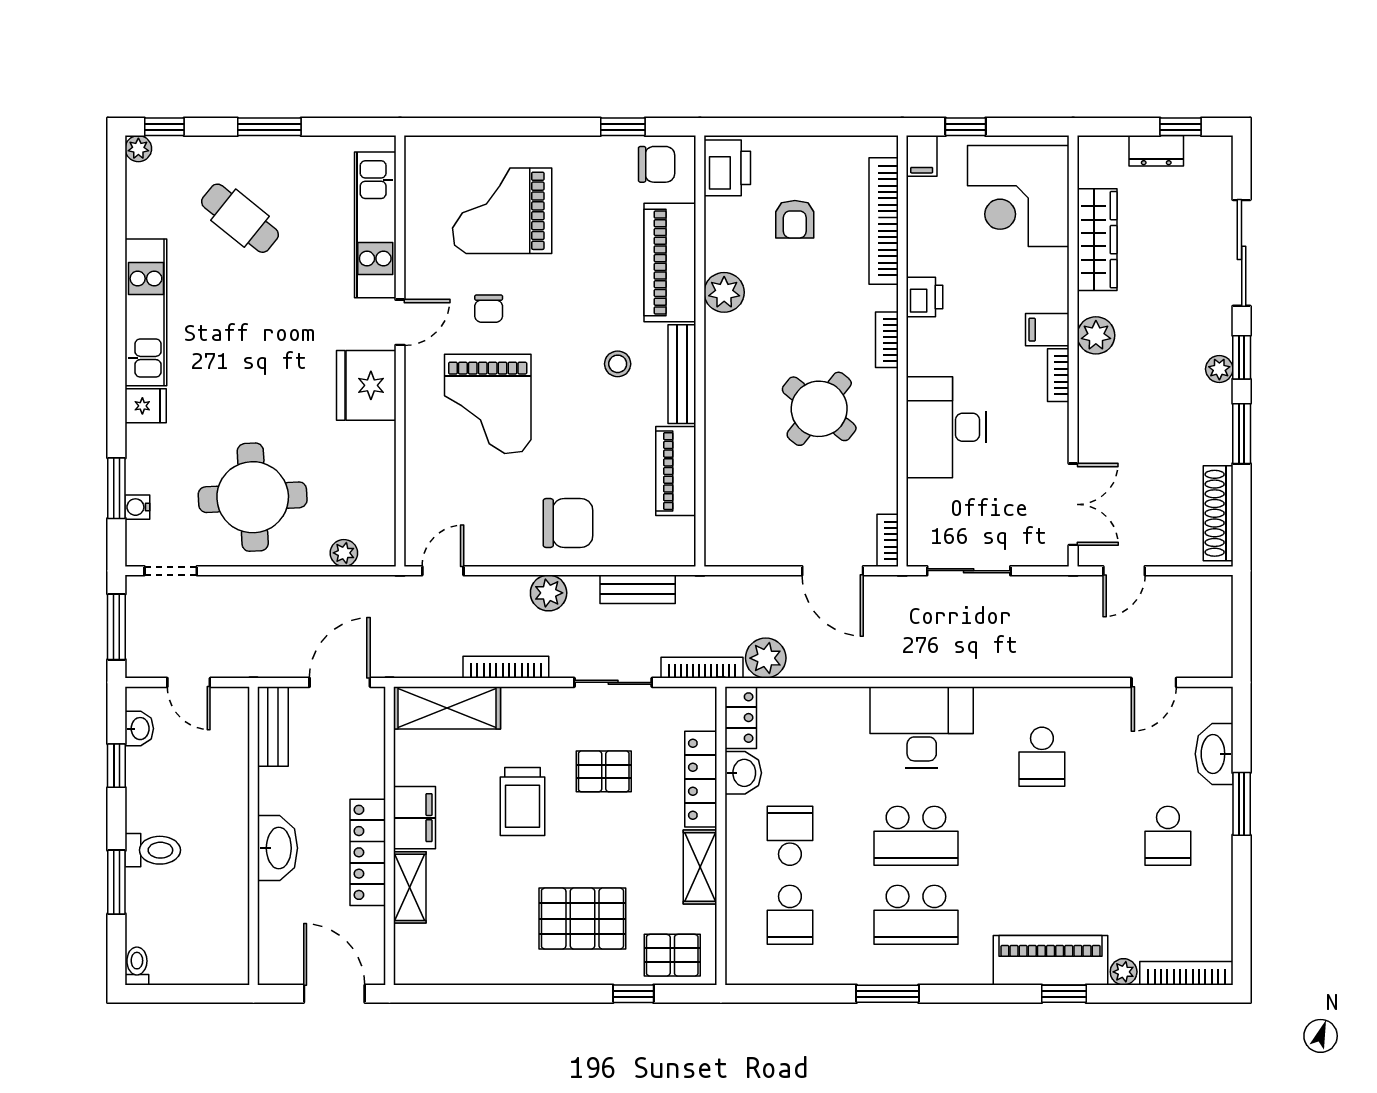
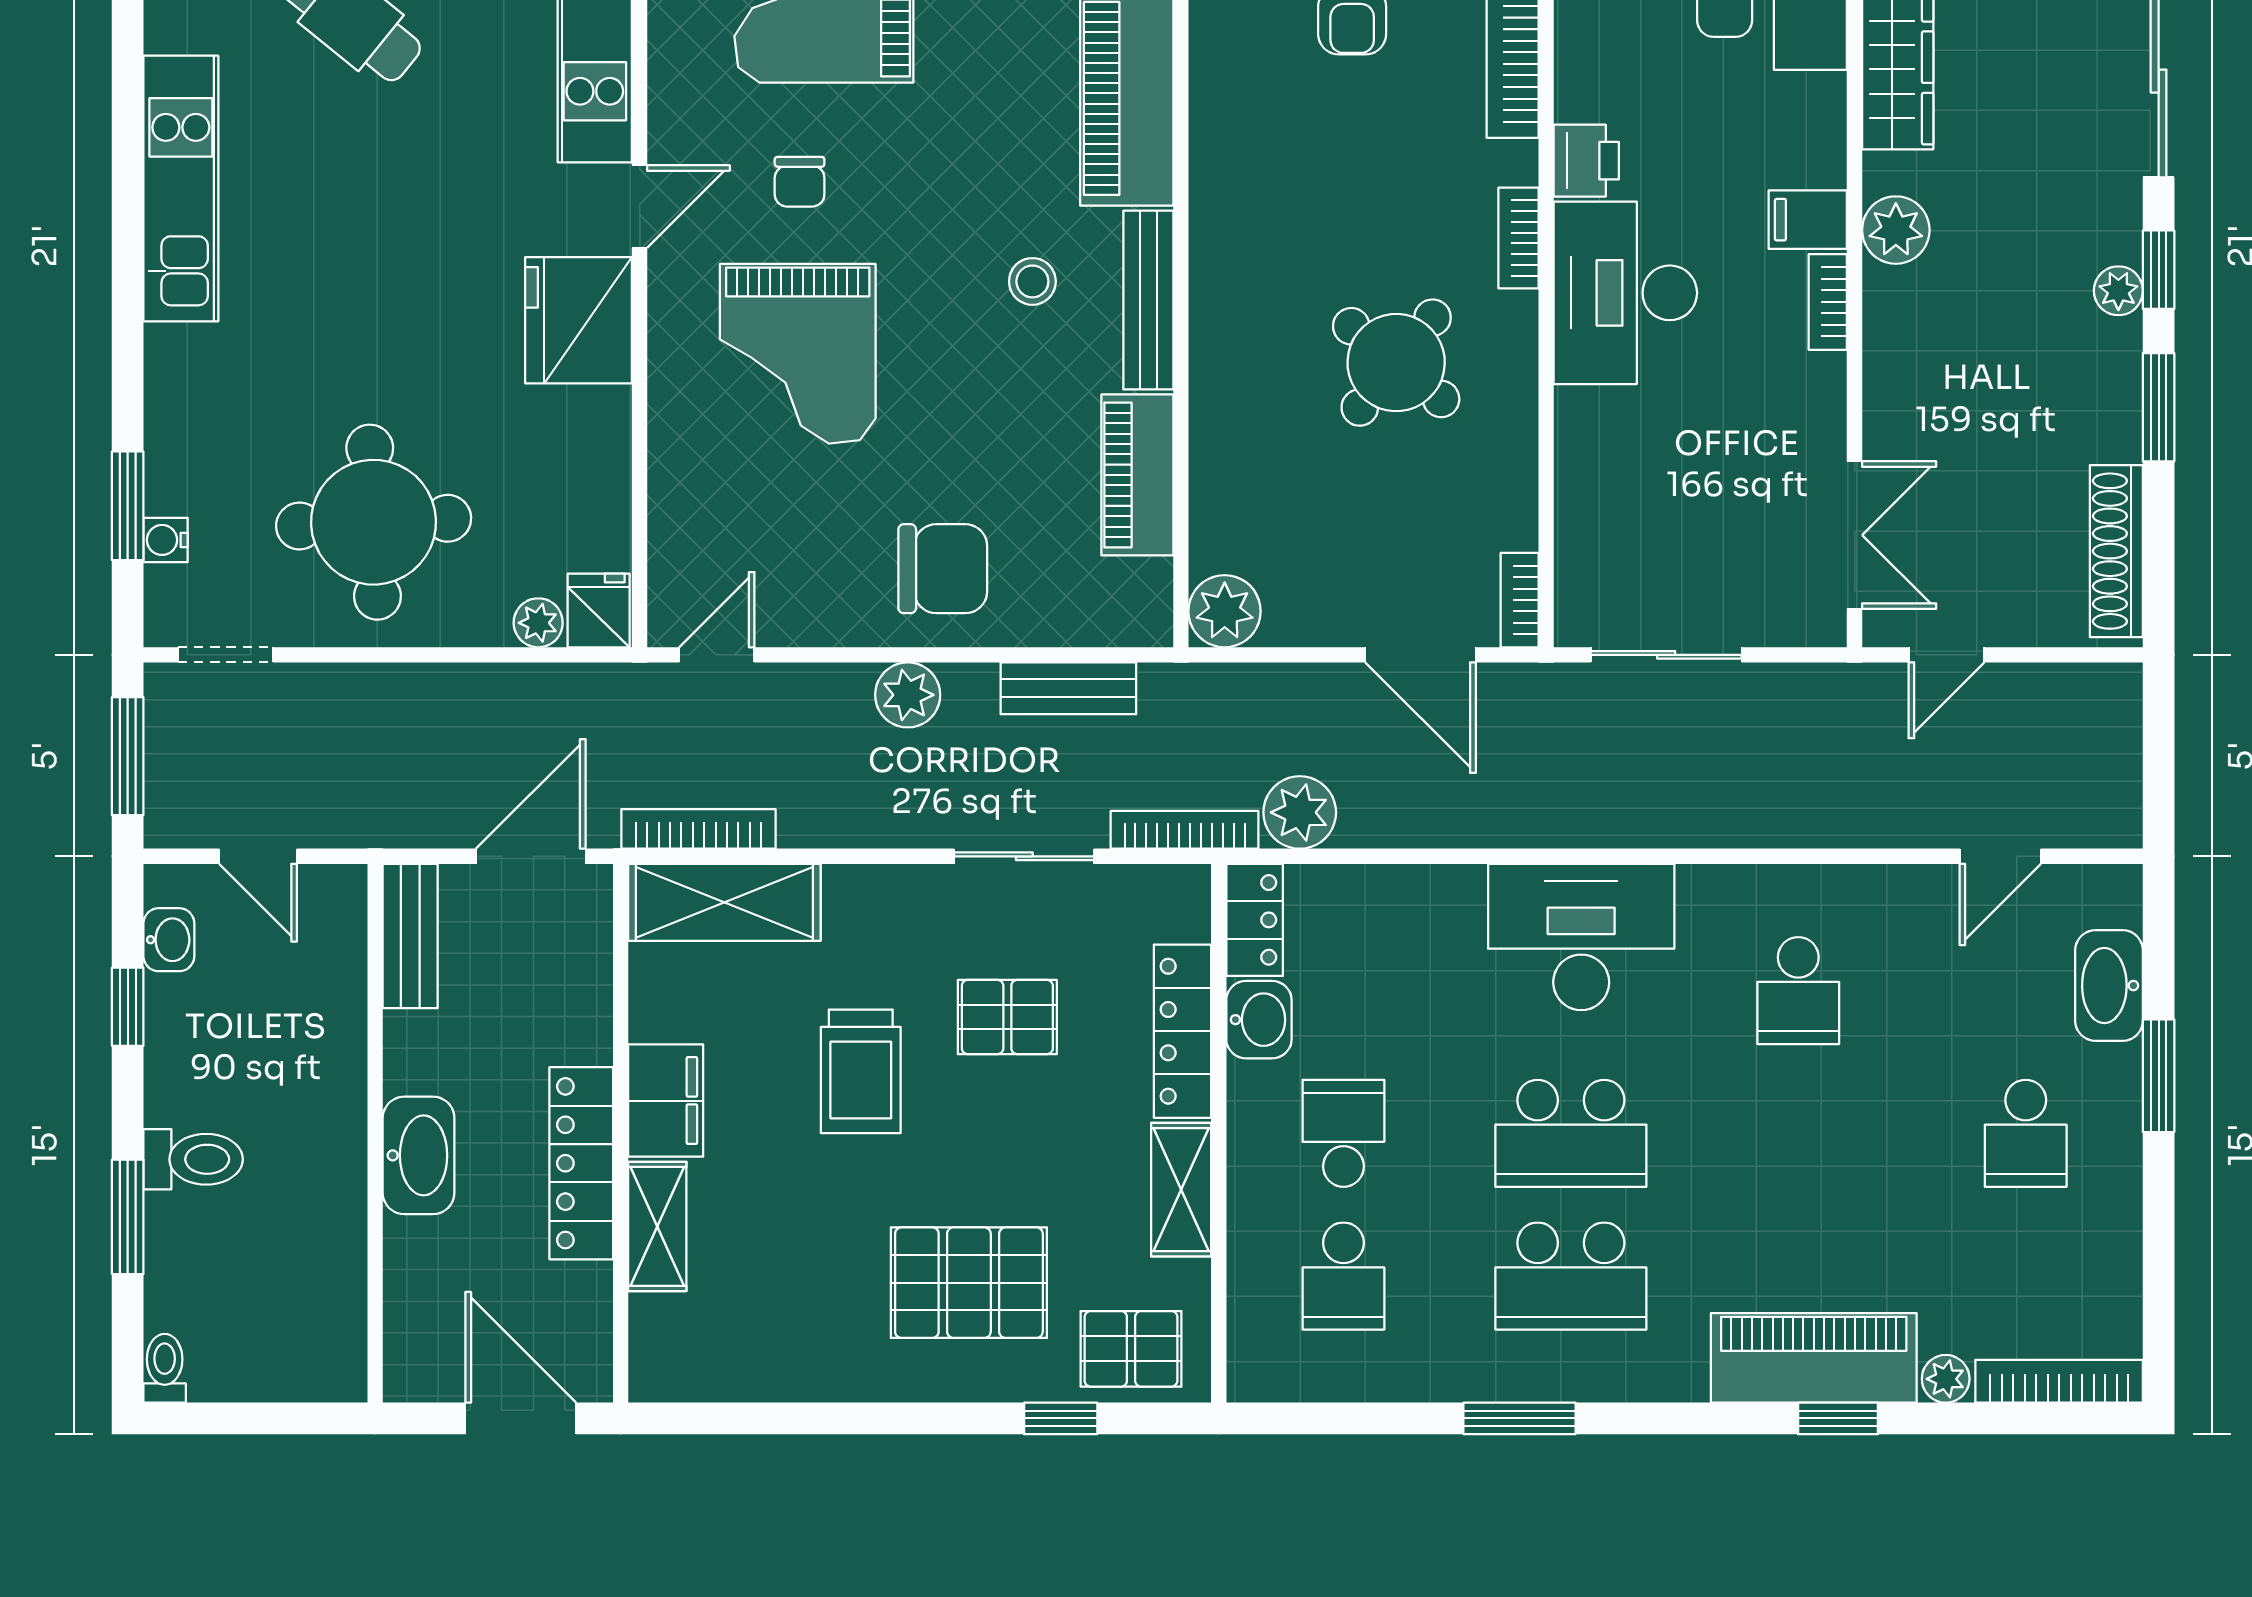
plant: (724, 292) -> (1225, 611), moved
fridge: (146, 406) -> (599, 610), moved, turned -90
desk: (946, 427) -> (1625, 293), moved
bookcase: (506, 667) -> (698, 829), moved

